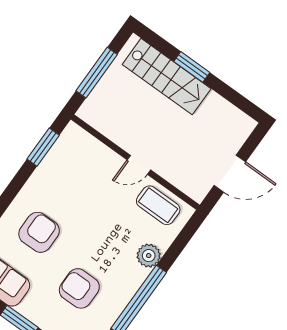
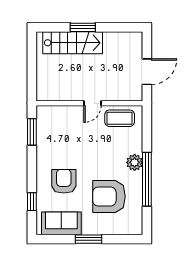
window: (97, 73) -> (32, 69), removed
plant: (149, 256) -> (135, 162), moved
armchair: (79, 288) -> (109, 196), width x1.36, depth x1.36

